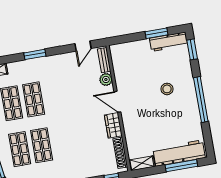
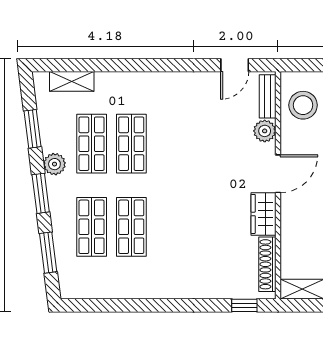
window: (35, 54) -> (147, 65), removed
stool: (125, 62) -> (303, 105), added
door: (117, 102) -> (278, 174), swing flipped

